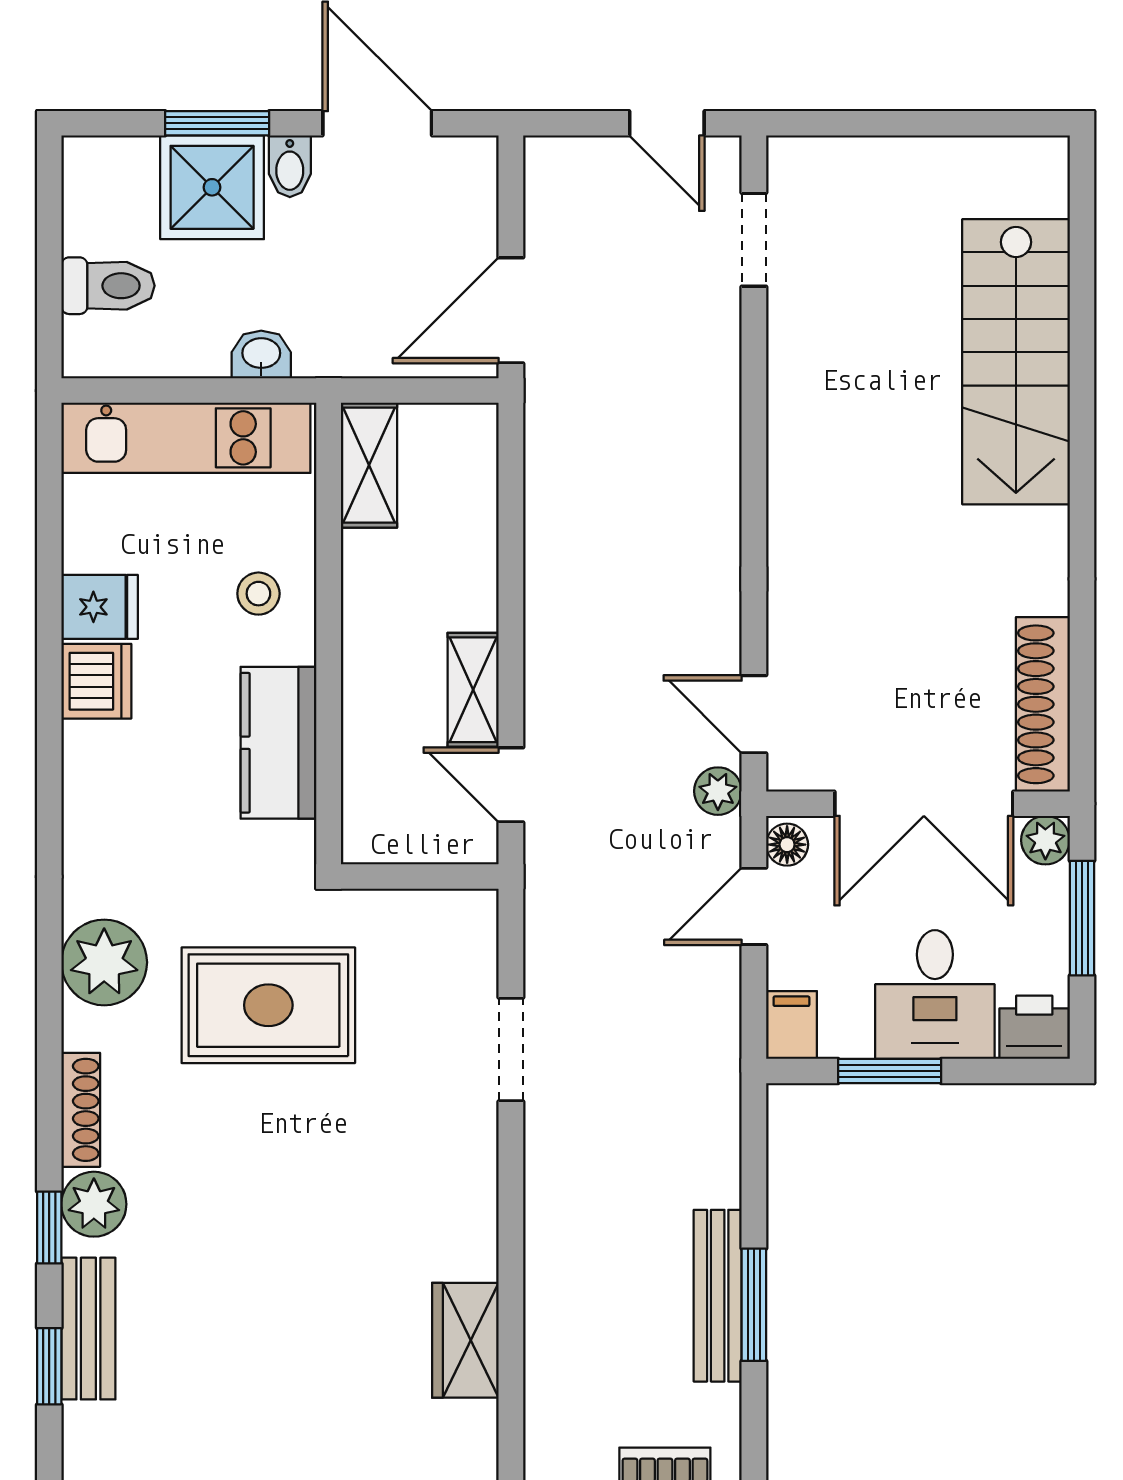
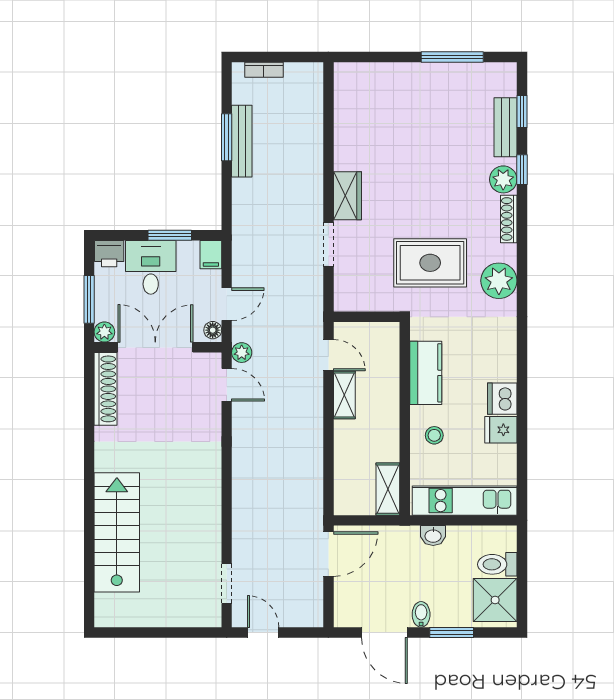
shower: (212, 187) -> (495, 600), moved
wardrobe: (465, 1340) -> (348, 196), moved

